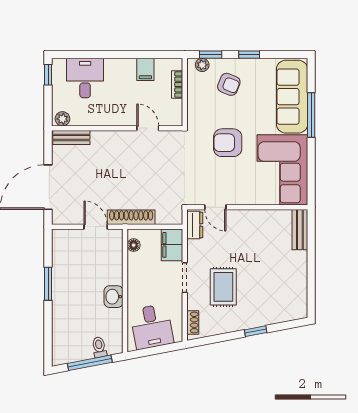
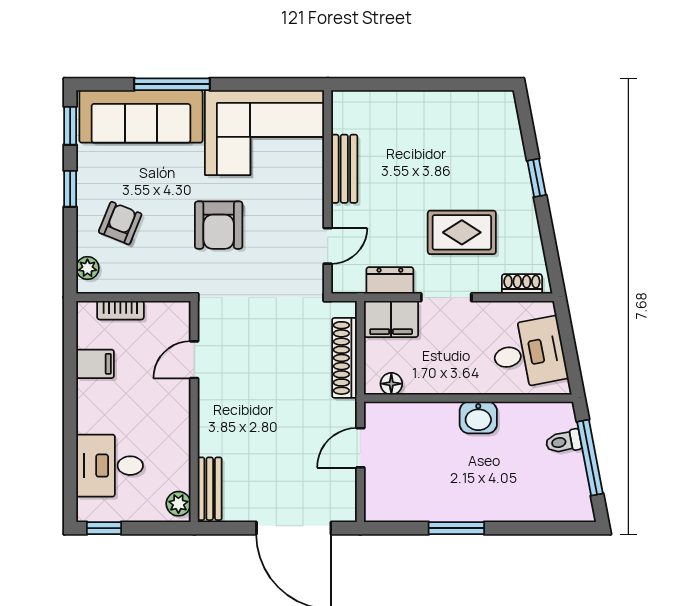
window: (211, 55) -> (70, 126), moved
shoe rack: (131, 217) -> (344, 358), moved
dresser: (195, 225) -> (390, 280), moved
bench: (300, 230) -> (344, 169), moved, turned 90

